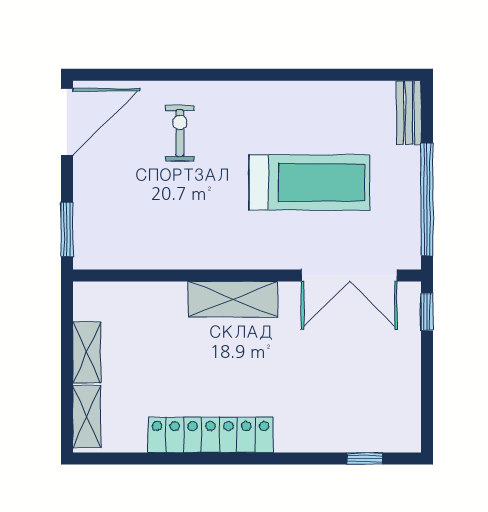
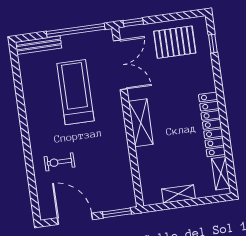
bench: (409, 113) -> (38, 45), width x1.36
door: (67, 122) -> (75, 219), moved
pallet: (378, 386) -> (175, 42), added
shelving: (87, 417) -> (221, 173), moved, turned 90

